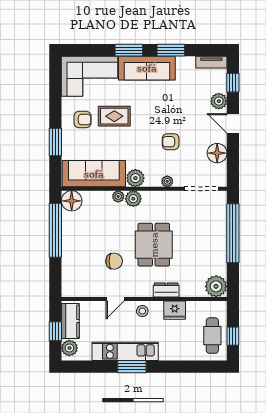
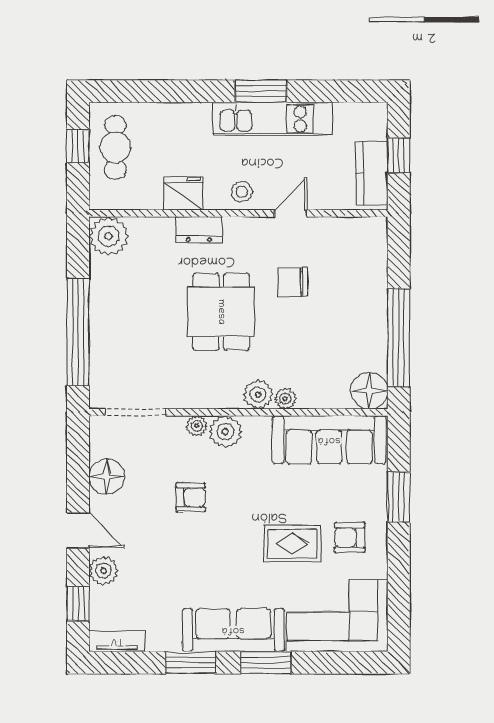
plant: (135, 178) -> (225, 432), moved
plant: (69, 348) -> (373, 125), removed

